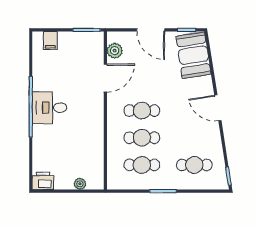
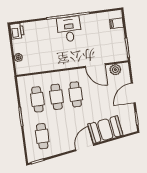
booth: (193, 55) -> (105, 130), moved

